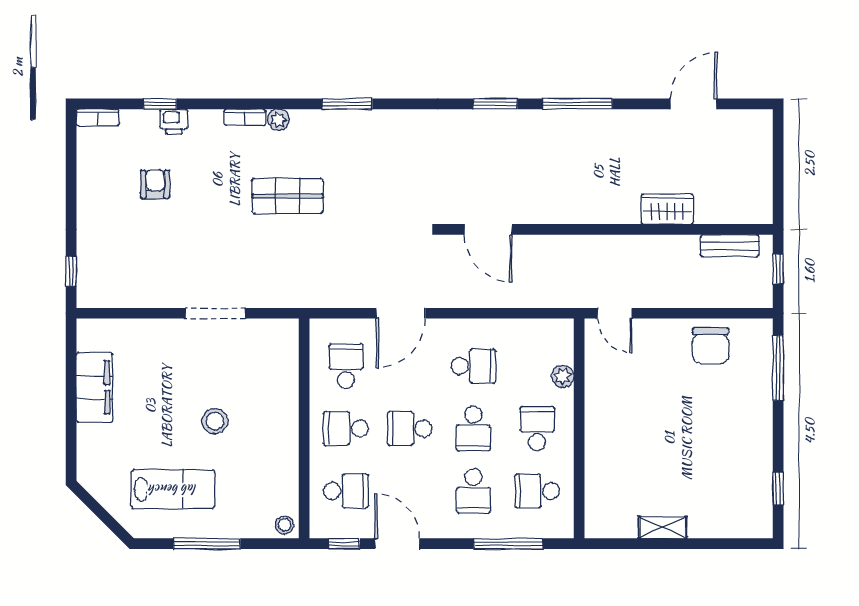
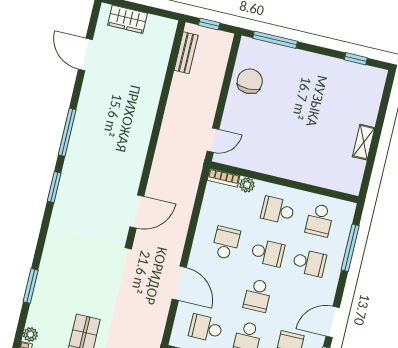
wardrobe: (667, 209) -> (128, 19), moved, turned -90
bookcase: (565, 341) -> (224, 178), added
chair: (711, 346) -> (250, 81), turned -90

